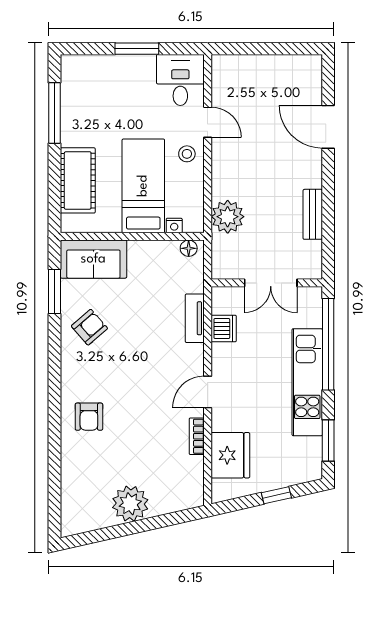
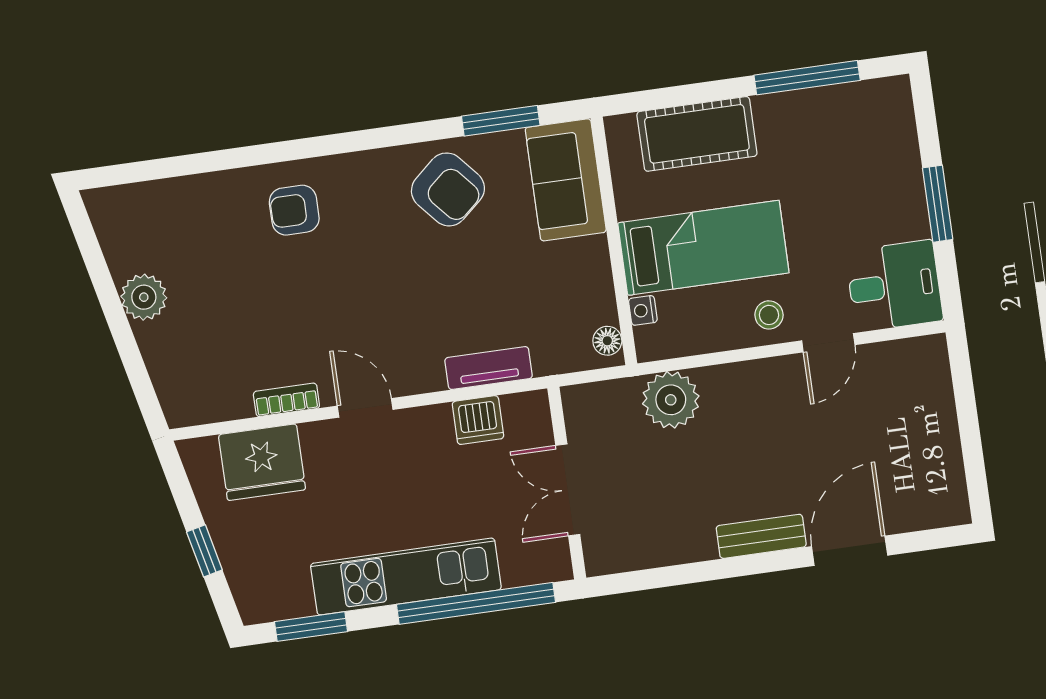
bench: (313, 214) -> (761, 536), moved
armchair: (89, 327) -> (448, 189), width x1.38, depth x1.38
plant: (130, 504) -> (144, 297), width x0.73, depth x0.73

